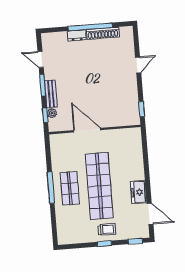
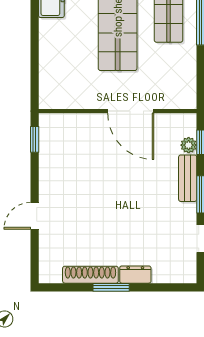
window: (90, 27) -> (111, 287), width x0.47

